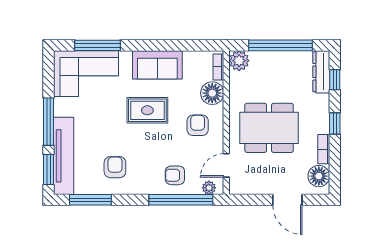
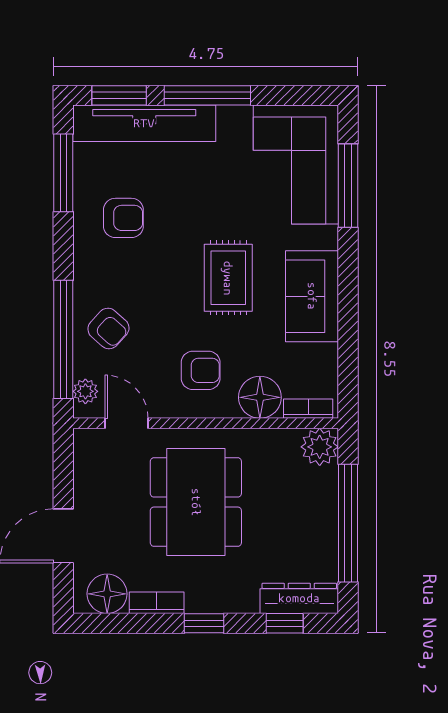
armchair: (175, 175) -> (108, 328), turned 132

